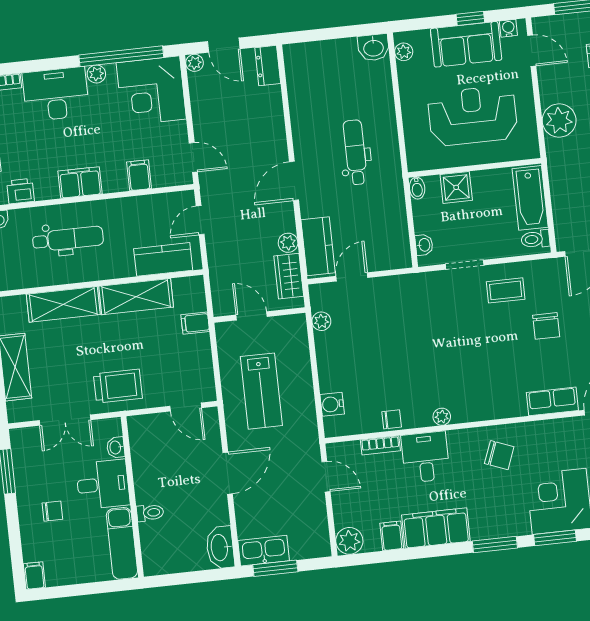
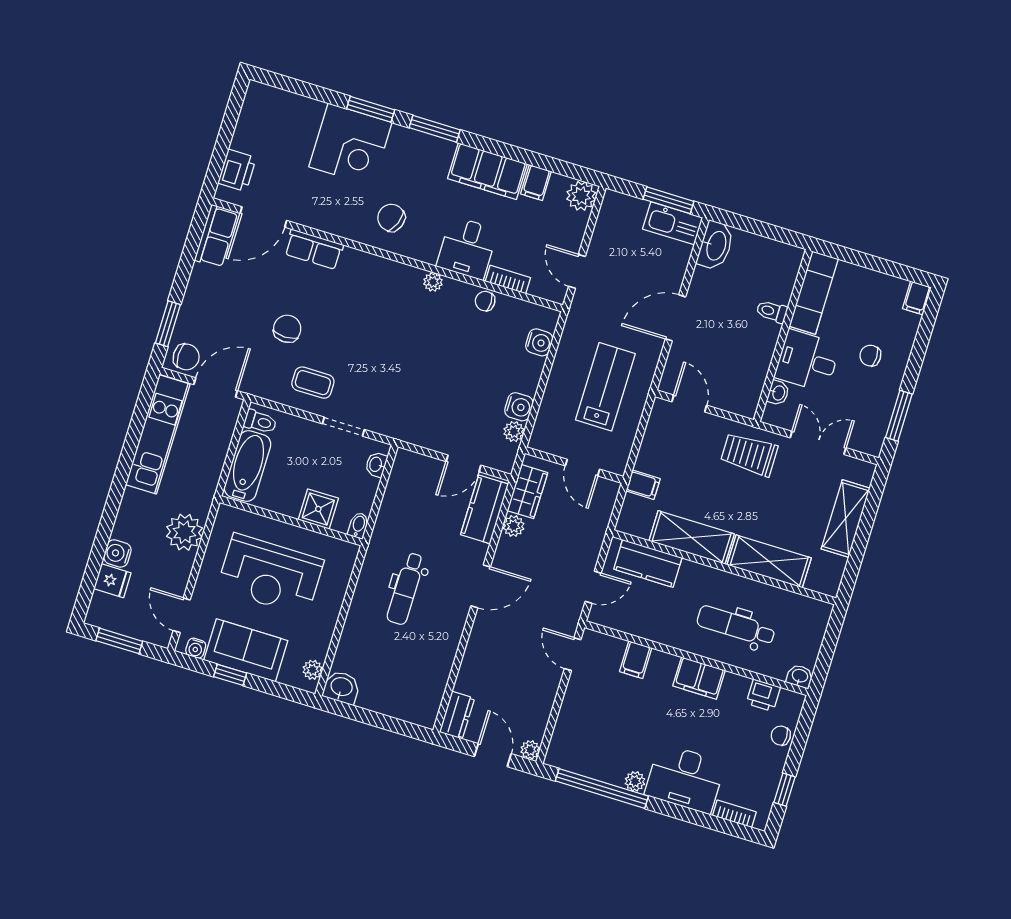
corner desk: (151, 91) -> (586, 740), removed
water cooler: (326, 344) -> (519, 407), added

